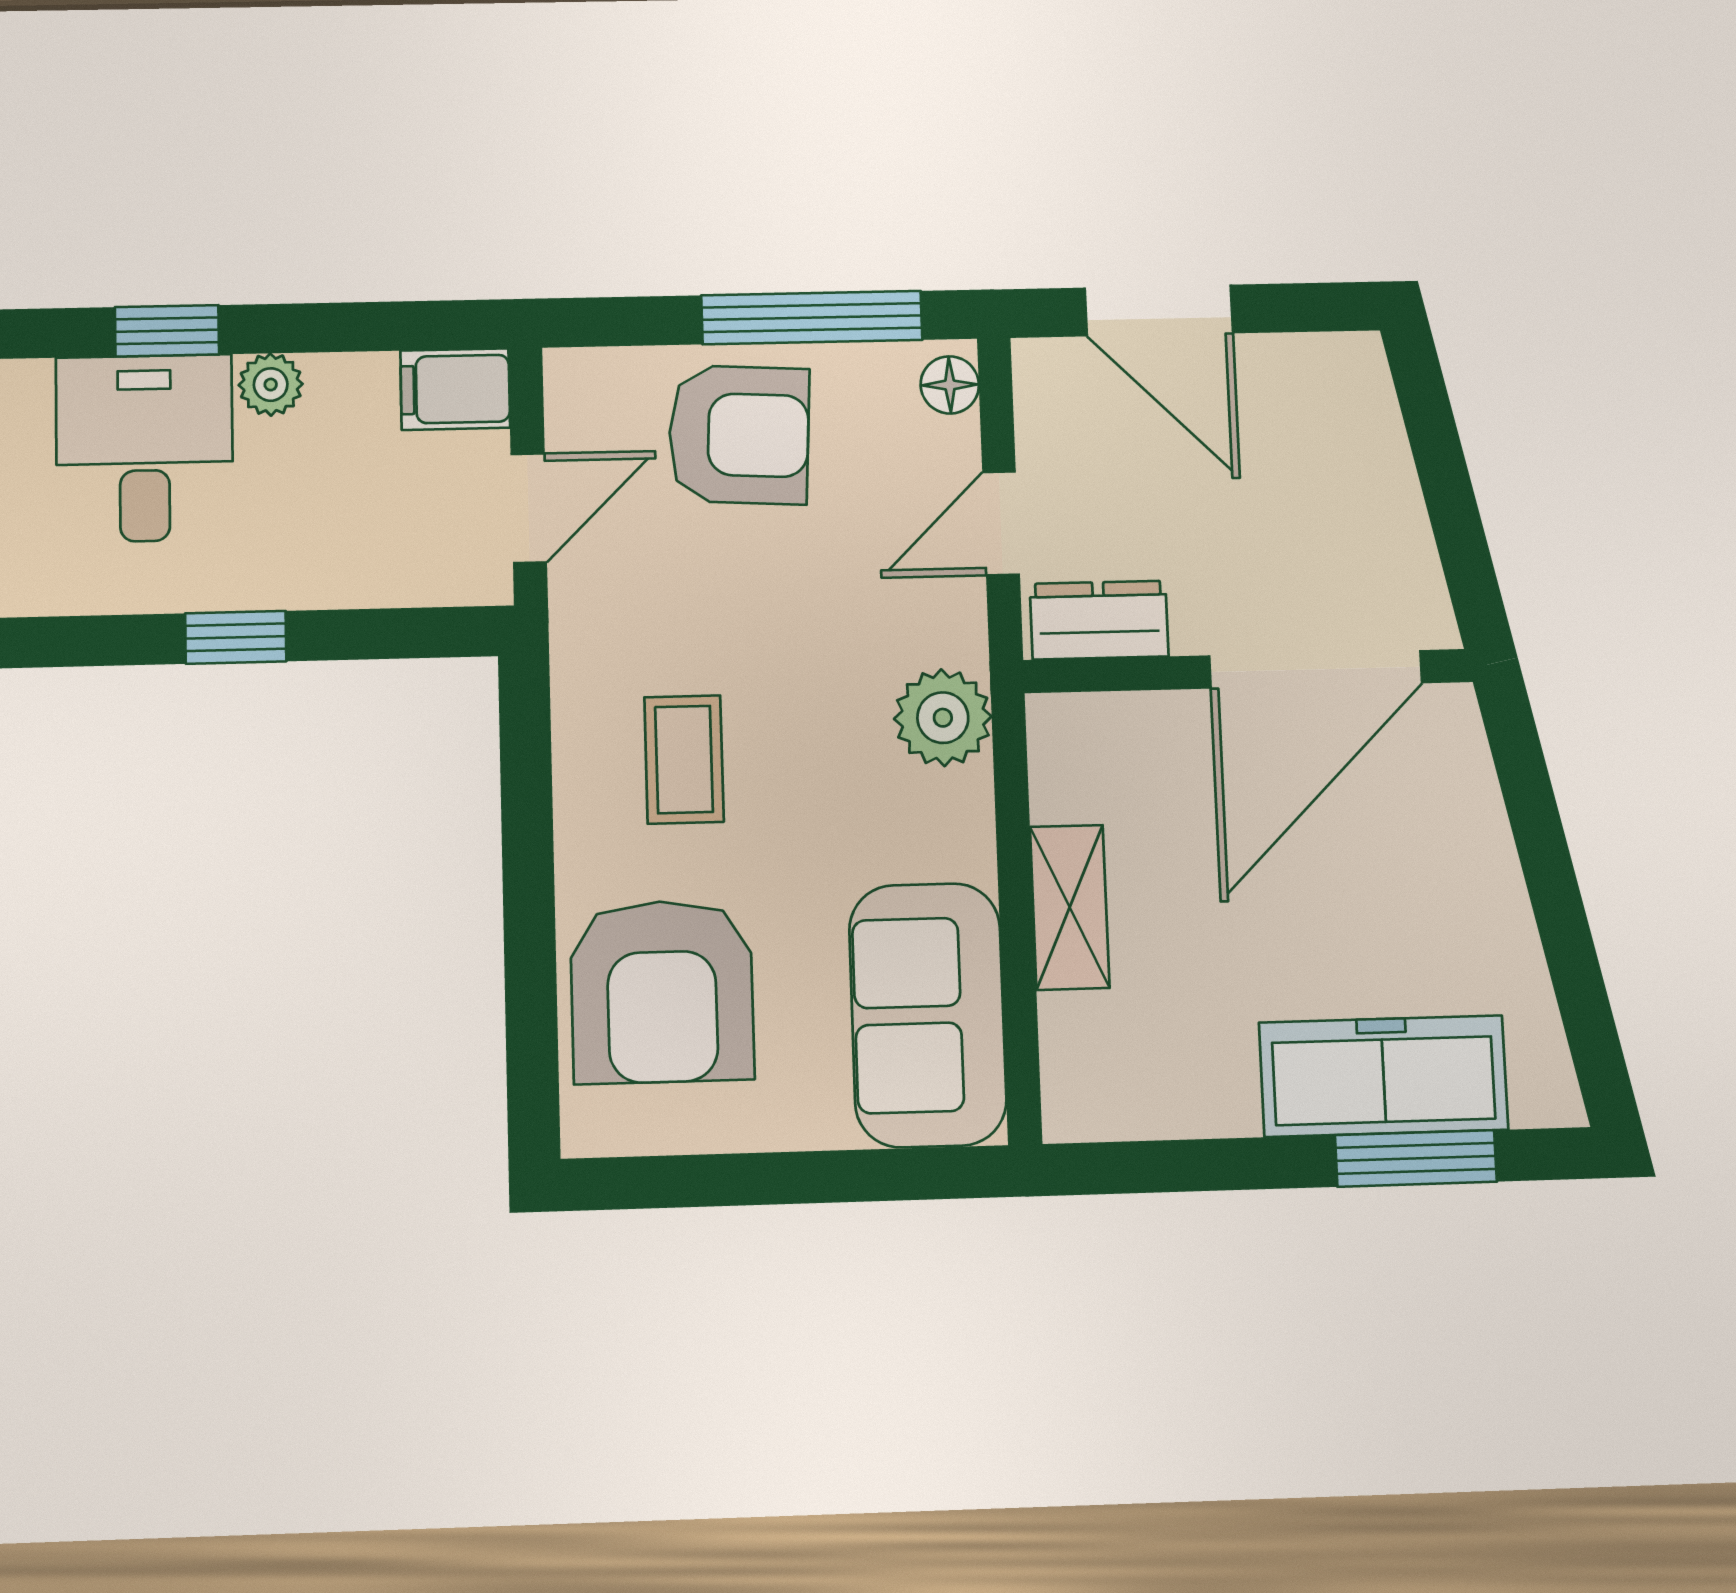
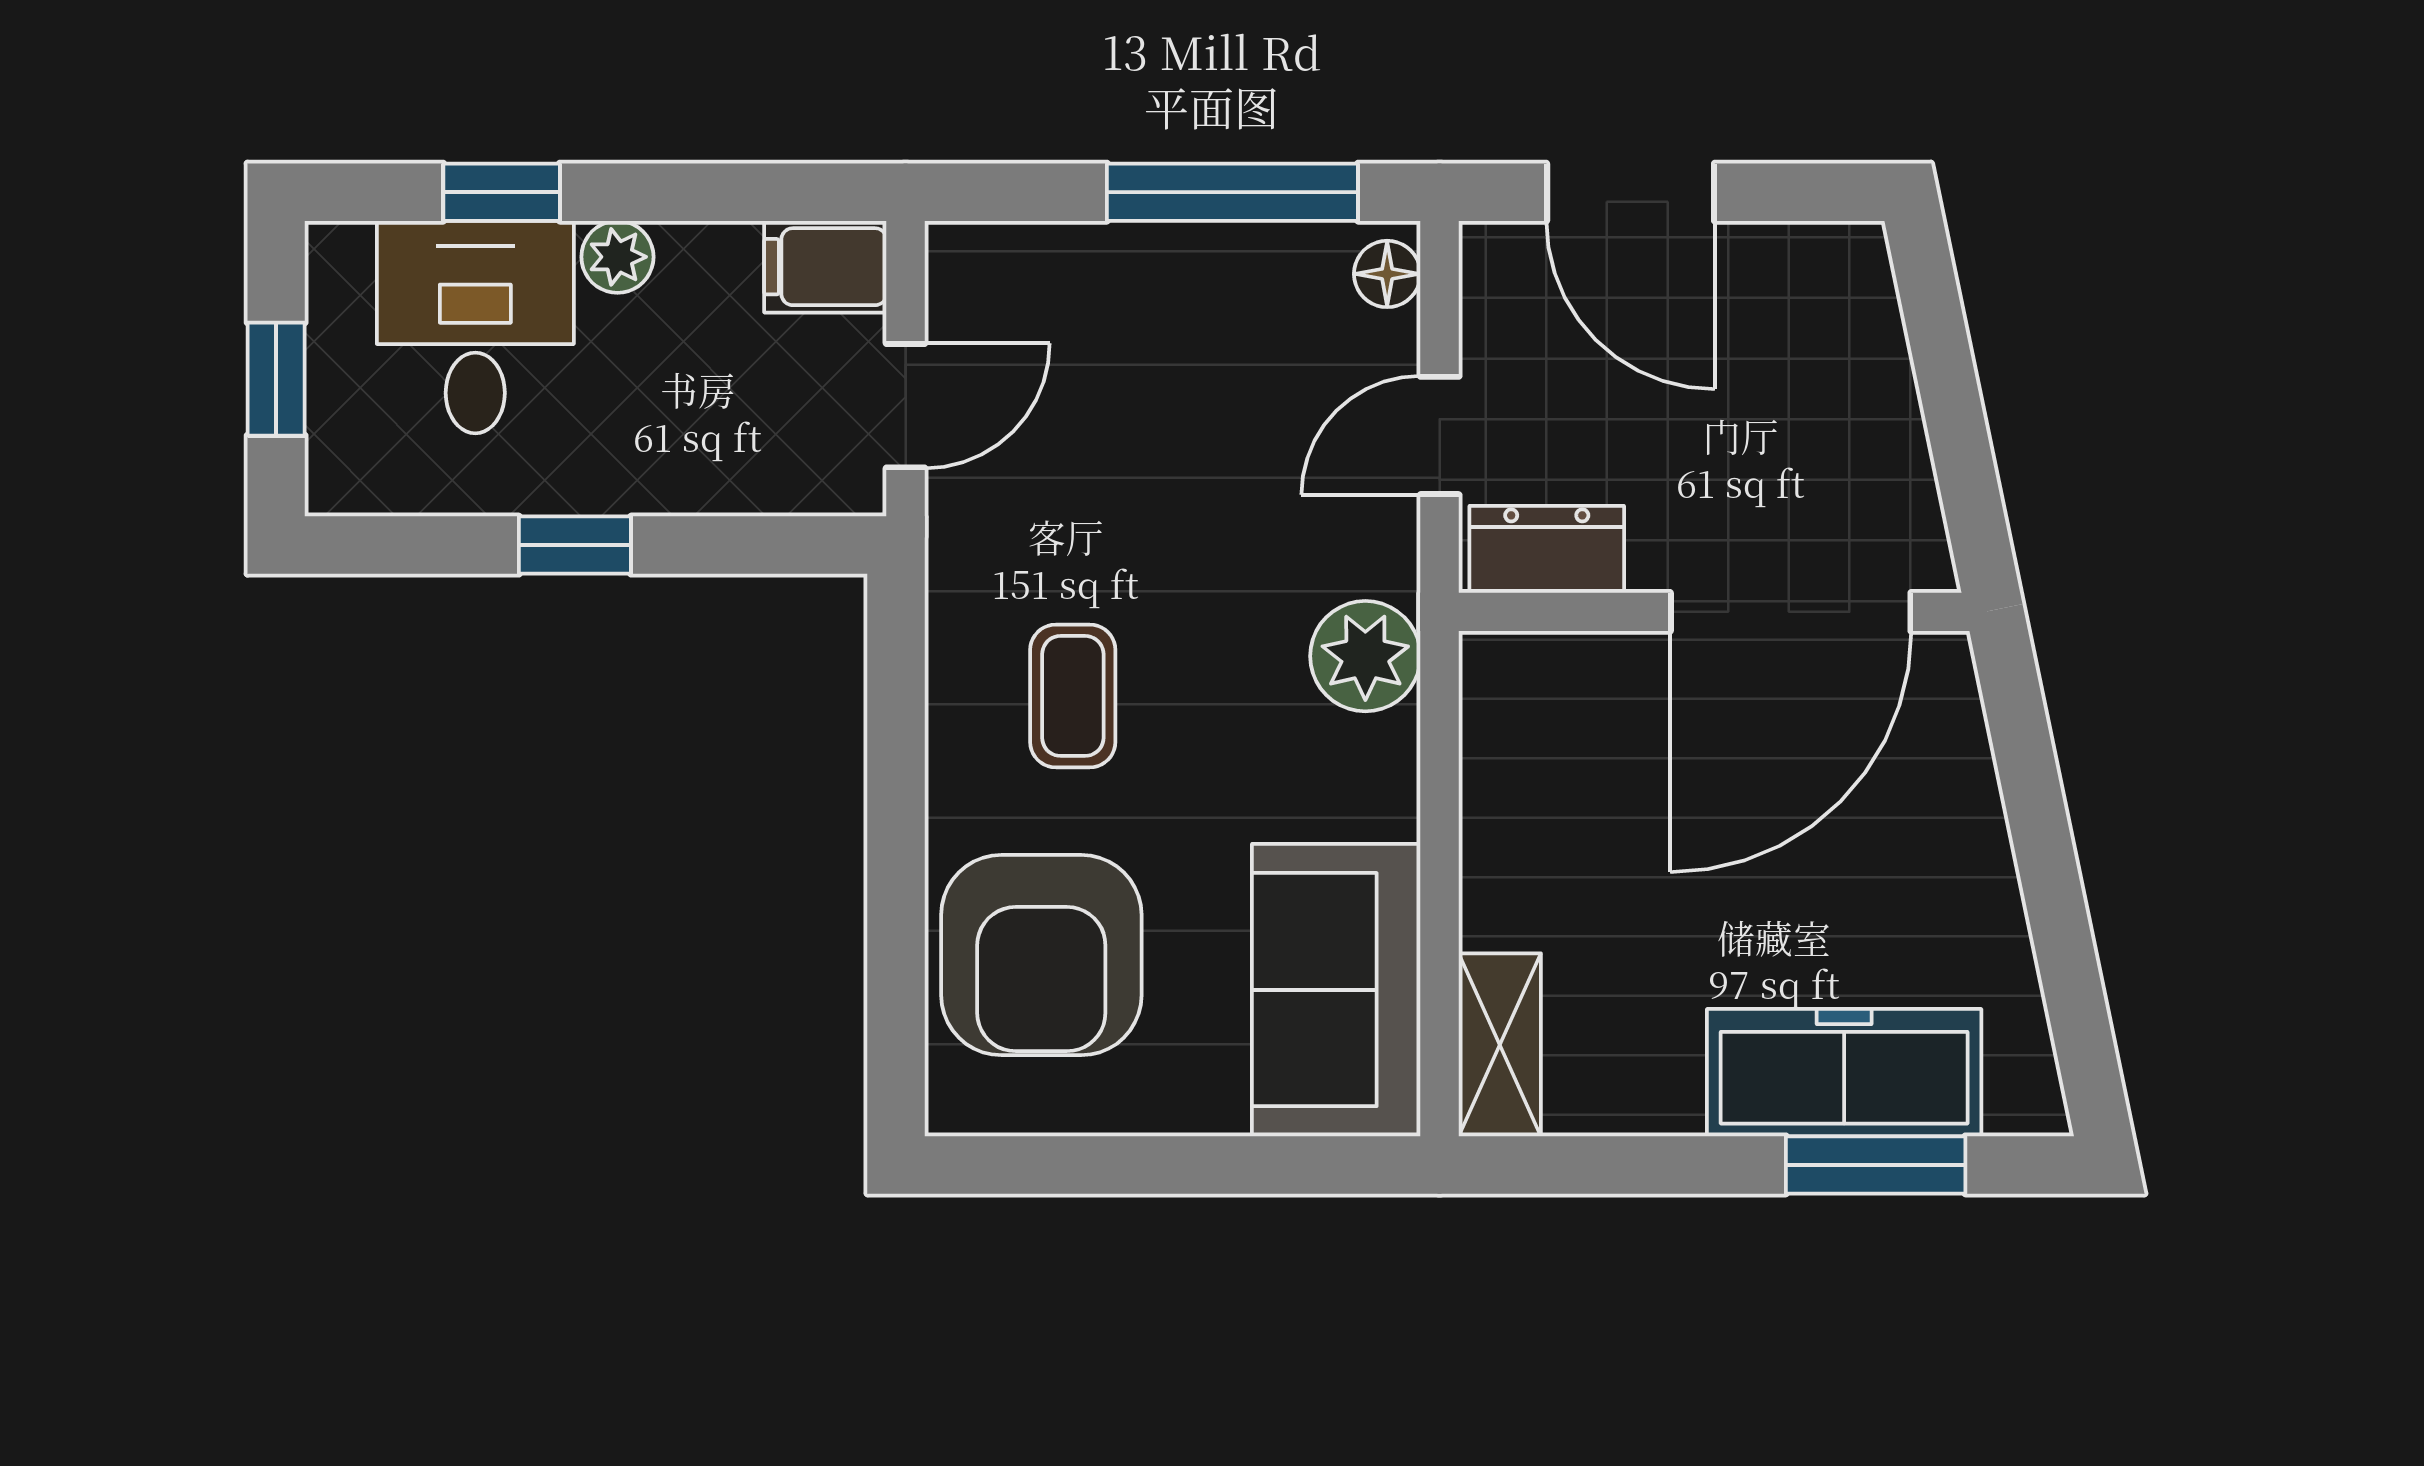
armchair: (739, 435) -> (1145, 326), removed
shelving: (1070, 907) -> (1500, 1045), moved

